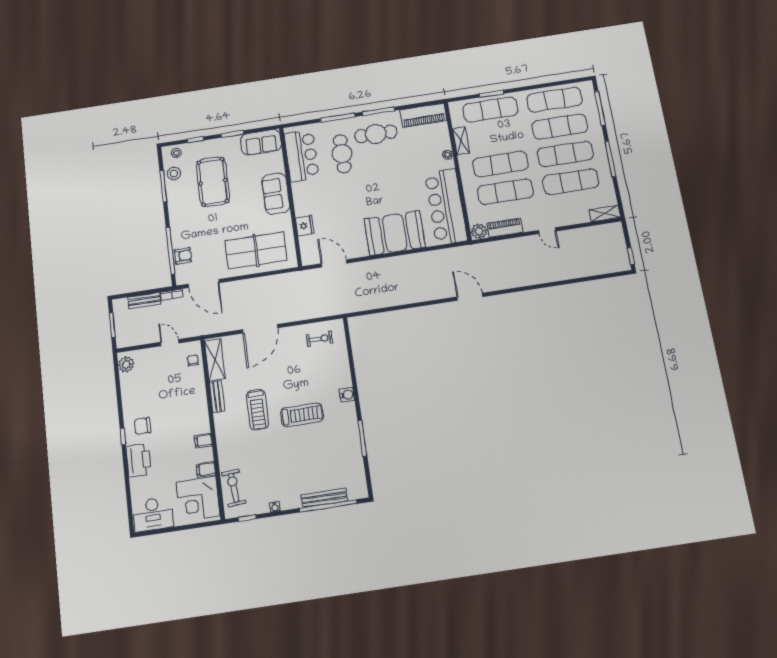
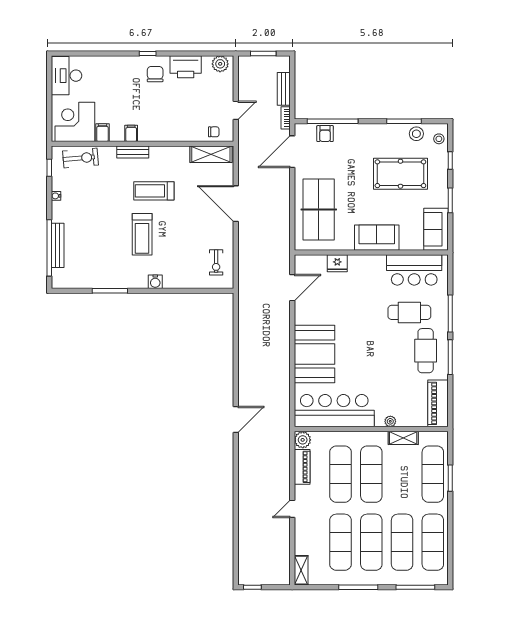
bench: (217, 397) -> (133, 152), moved
printer: (138, 460) -> (186, 67), moved

